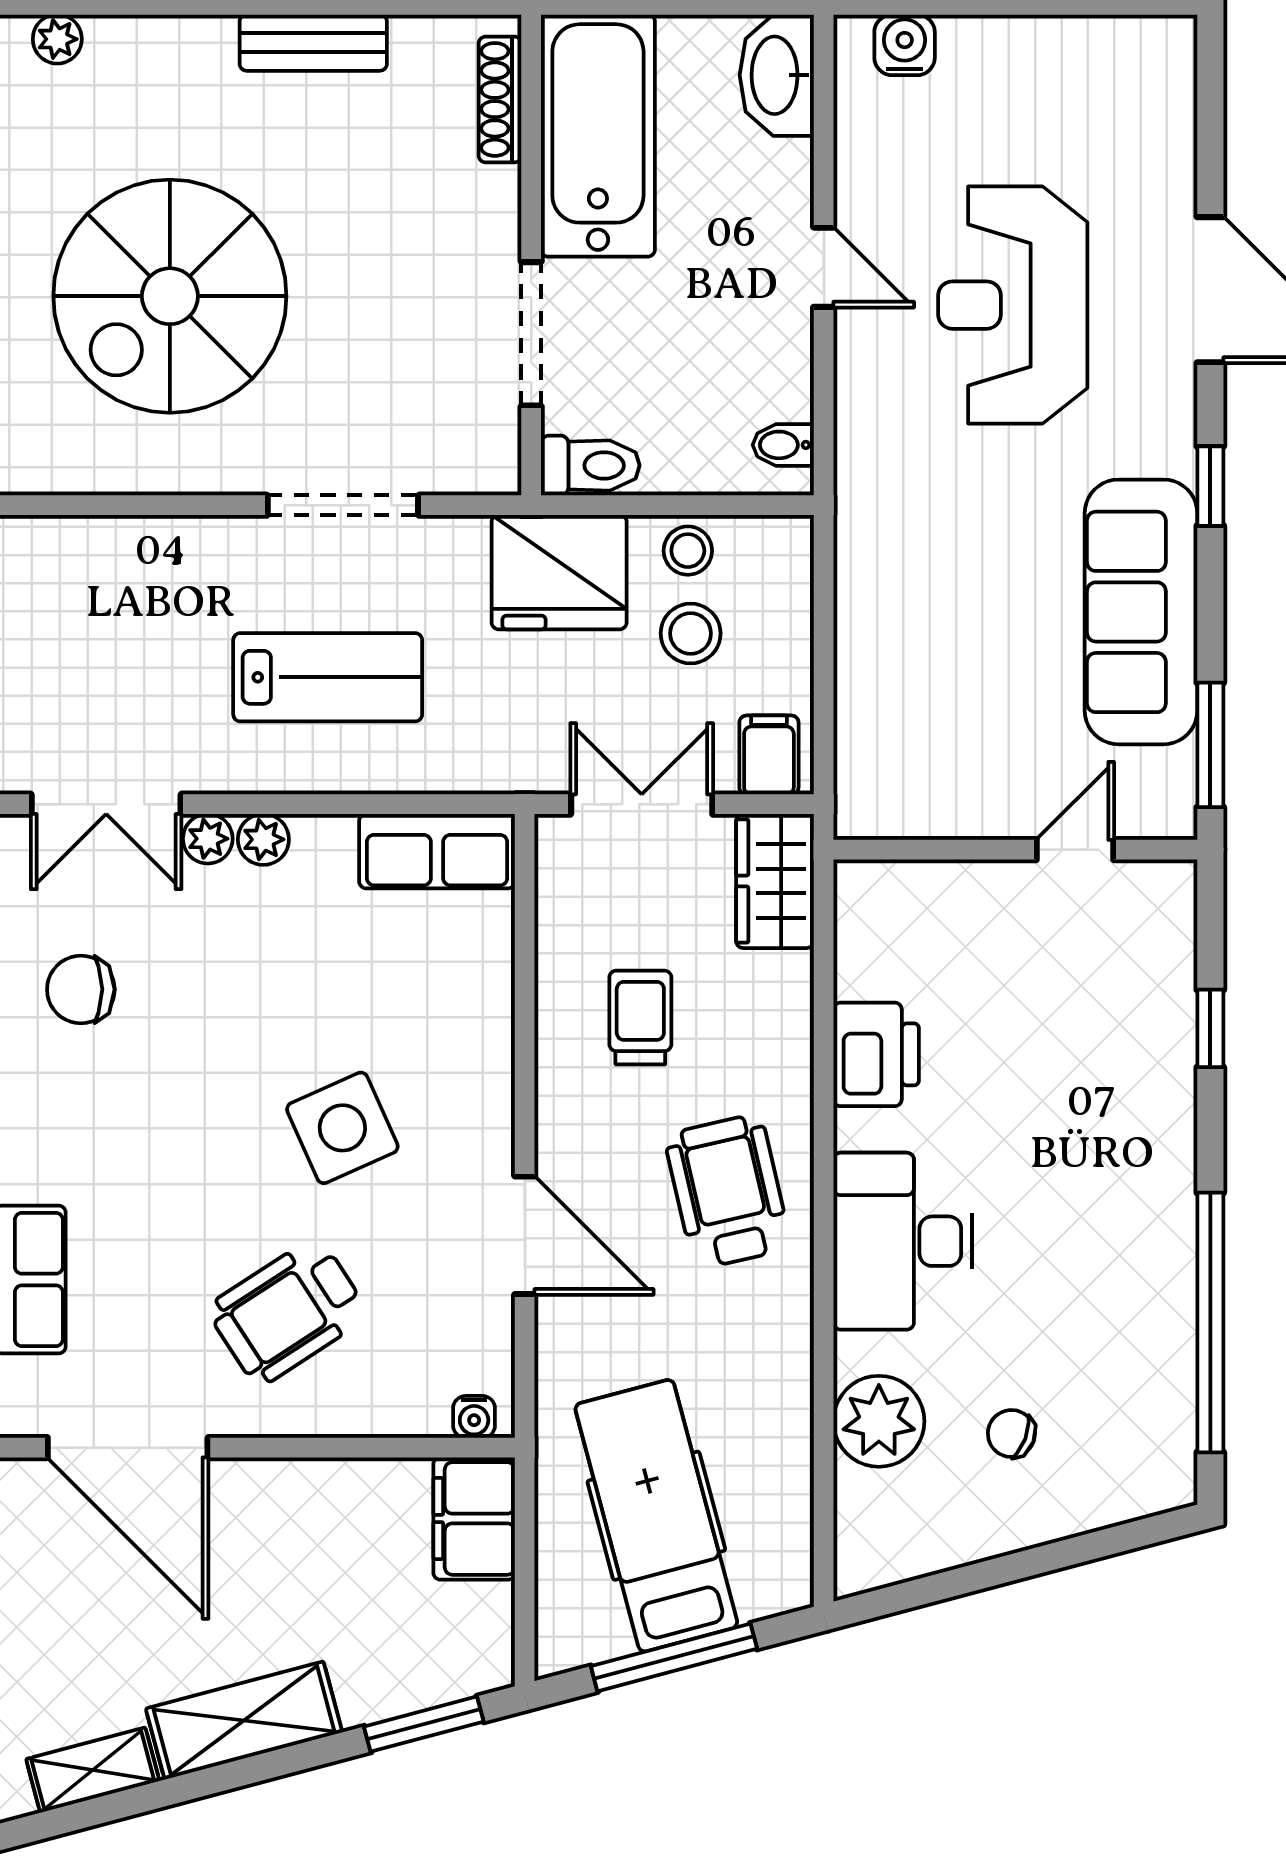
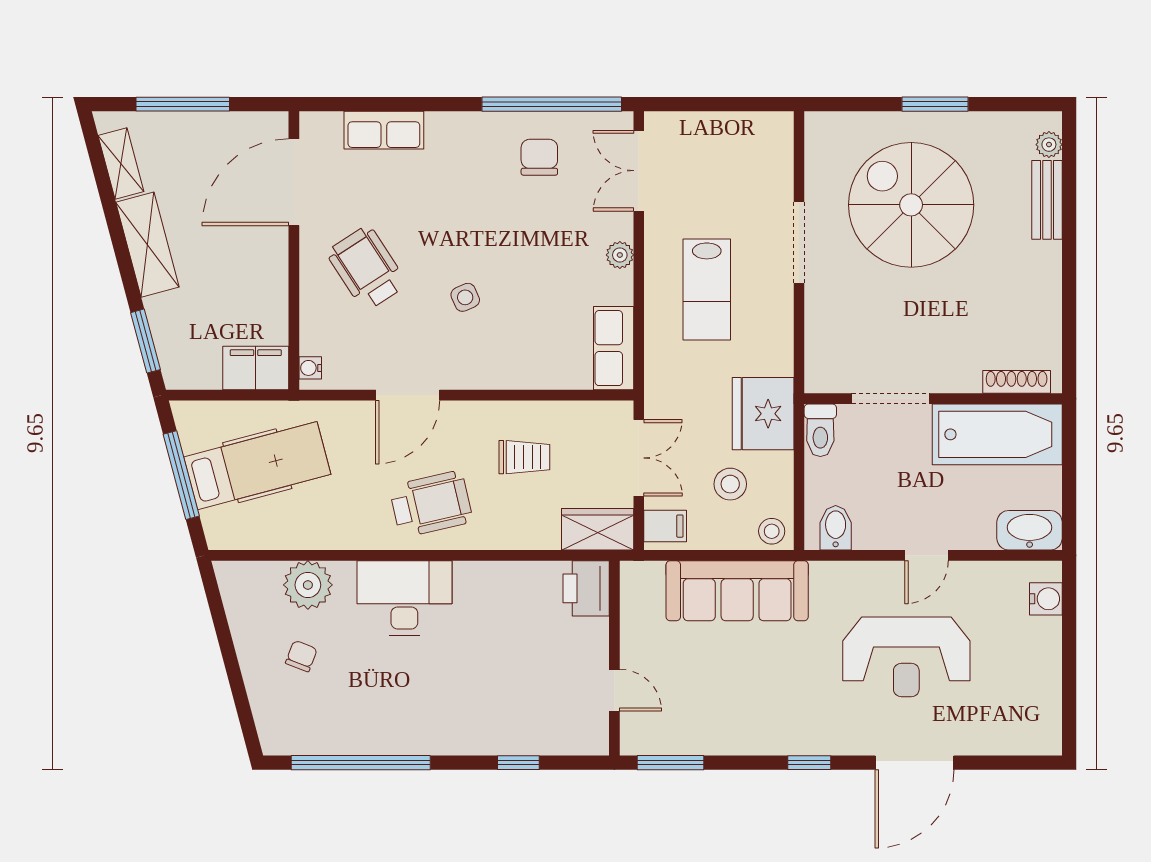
bench: (313, 43) -> (1047, 200), moved
reception desk: (1013, 305) -> (906, 657), turned 180
bidet: (783, 445) -> (836, 528), width x1.38, depth x1.36
doorway: (343, 505) -> (799, 242), moved
stool: (688, 551) -> (772, 531), moved
sofa: (1141, 612) -> (737, 591), moved, turned 180
plant: (208, 839) -> (620, 225), removed
printer: (876, 1054) -> (586, 588), moved, turned 90
side table: (342, 1128) -> (465, 297), width x0.54, depth x0.54

